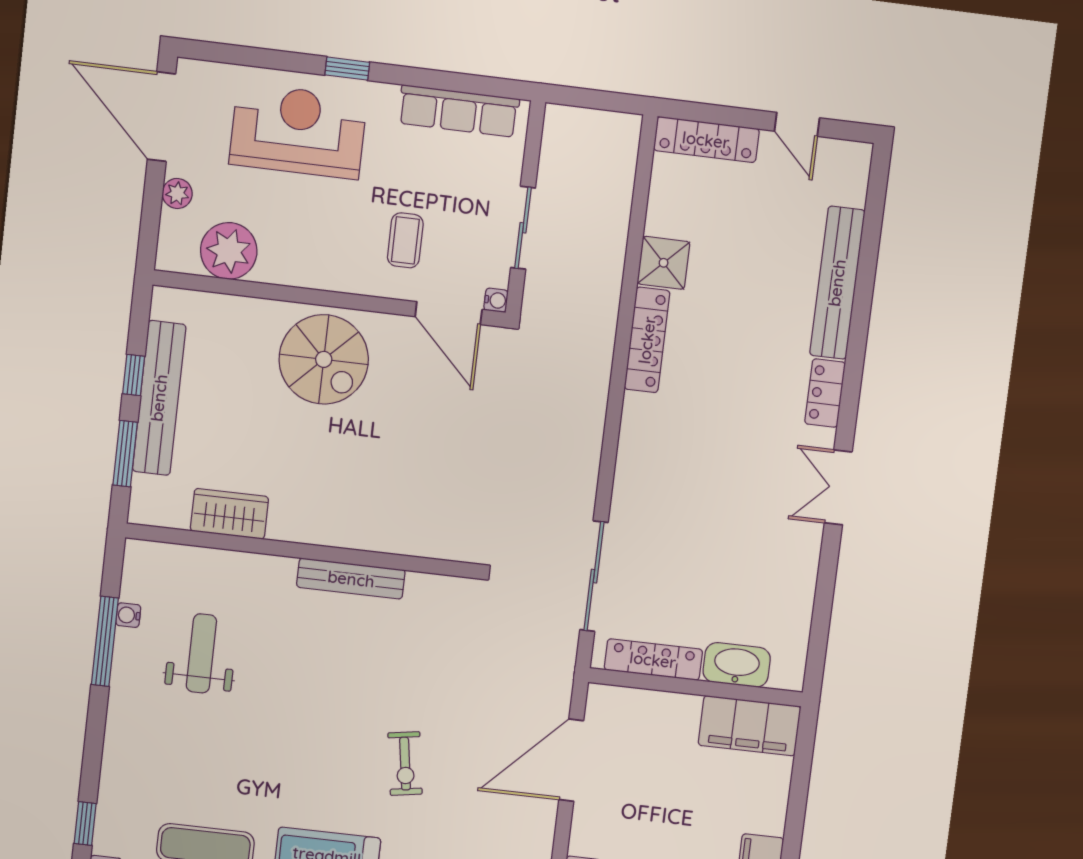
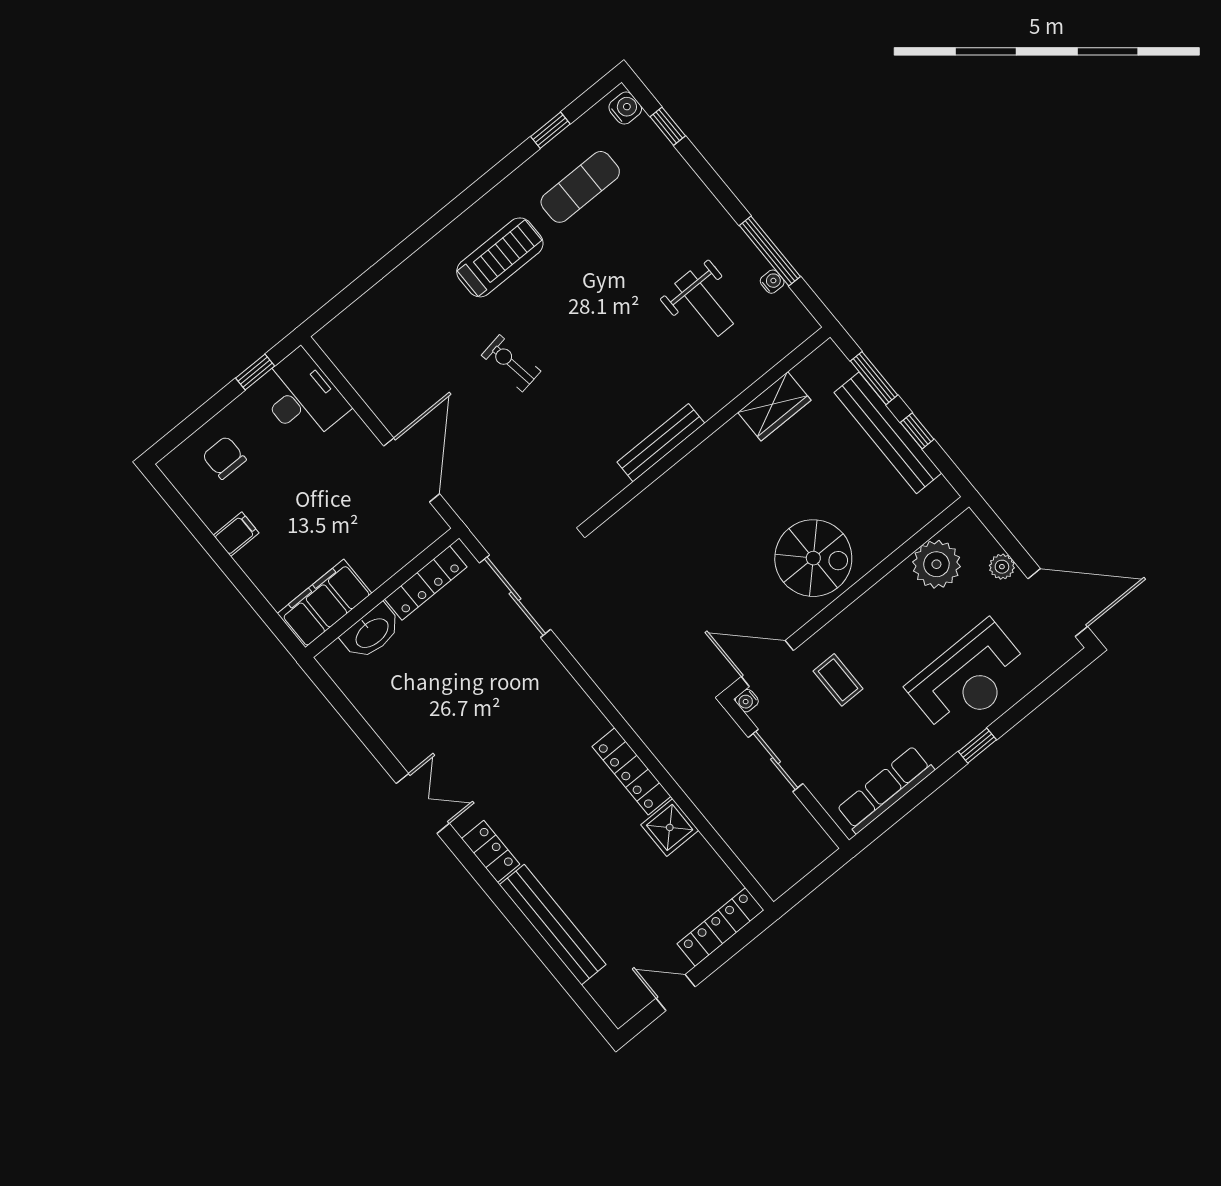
spiral stairs: (324, 359) -> (813, 558), turned 180

